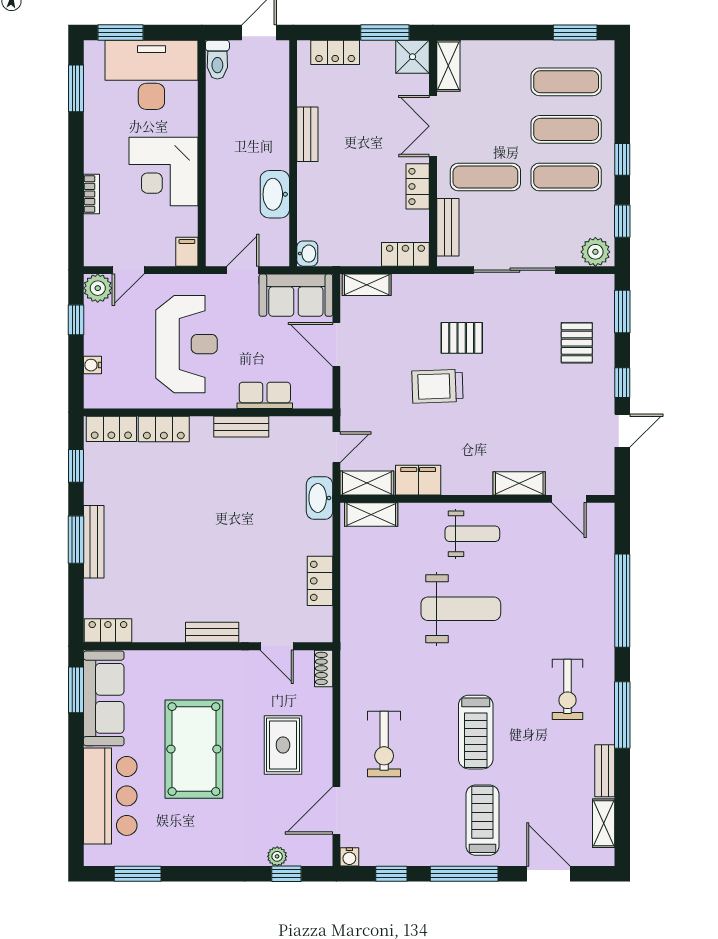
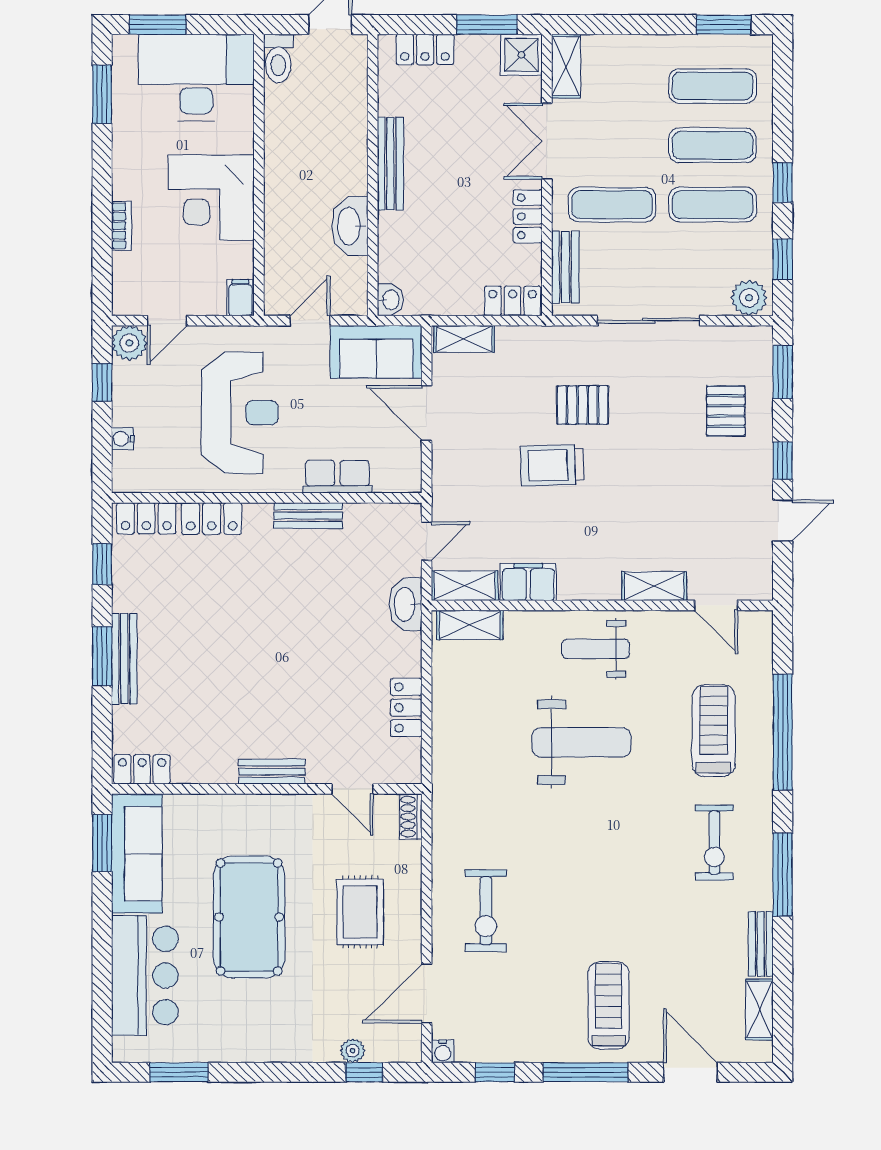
bench: (307, 134) -> (390, 164), width x1.36
weight bench: (472, 534) -> (596, 649), turned 180
treadmill: (476, 732) -> (714, 731), moved, turned 180

